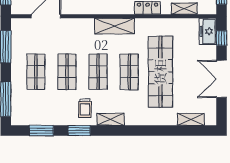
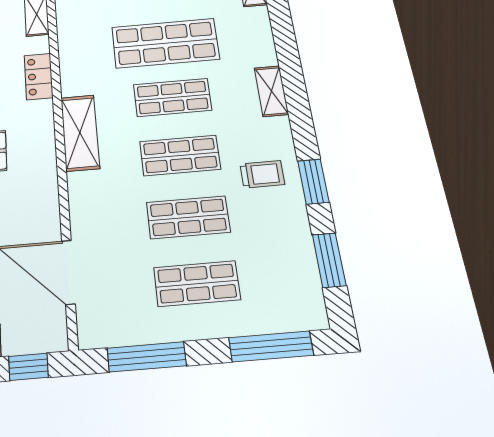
shop shelf: (160, 72) -> (165, 43), width x0.71
shelving: (111, 119) -> (271, 91), moved

